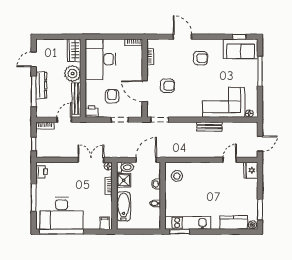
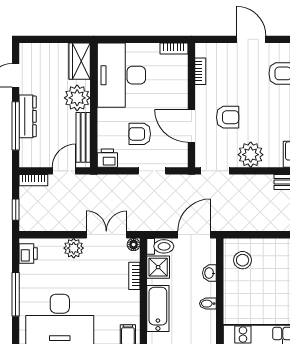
armchair: (112, 96) -> (140, 134), turned -90
plant: (182, 109) -> (251, 155), added
plant: (70, 168) -> (74, 248), added

